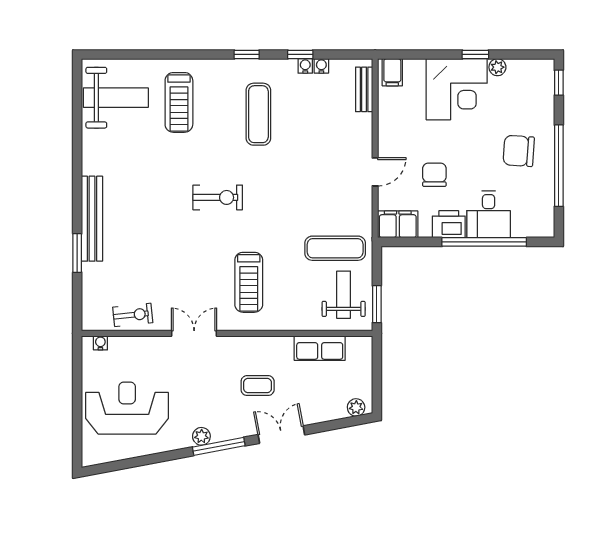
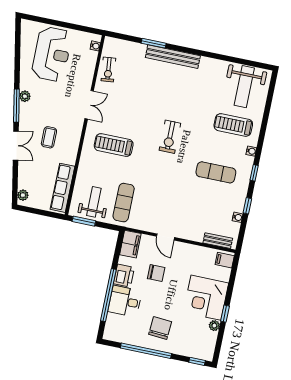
water cooler: (305, 66) -> (251, 151), moved
weight bench: (344, 295) -> (94, 202), turned -90
row of seats: (320, 348) -> (63, 188), width x1.48

